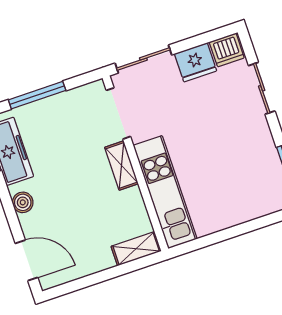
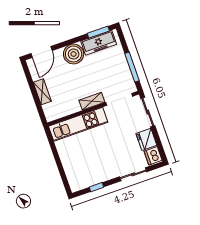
window: (37, 95) -> (132, 67), moved
boiler: (23, 202) -> (74, 54), width x1.86, depth x1.86
shelving: (136, 249) -> (42, 92), moved

